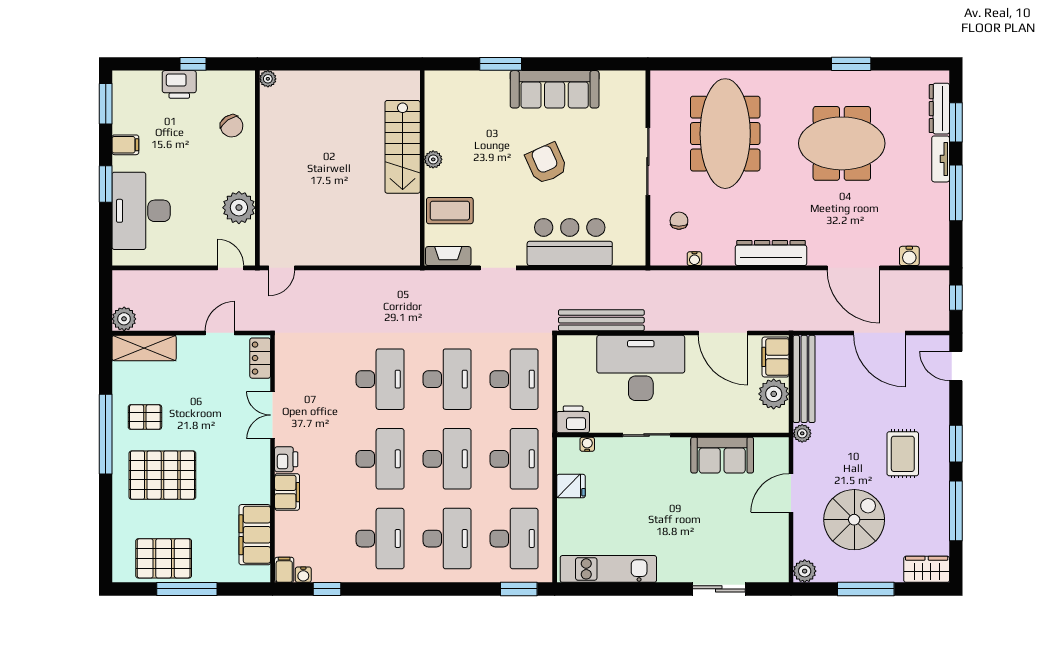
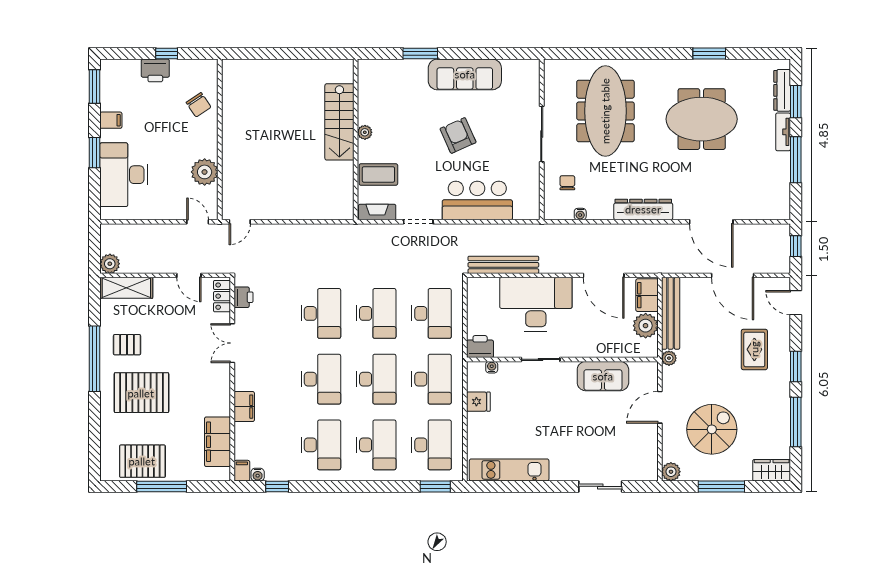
plant: (268, 79) -> (228, 66), removed
water cooler: (909, 256) -> (757, 212), removed
door: (220, 333) -> (189, 275), swing flipped
rug: (903, 454) -> (754, 349), moved
printer: (286, 459) -> (244, 297), moved

